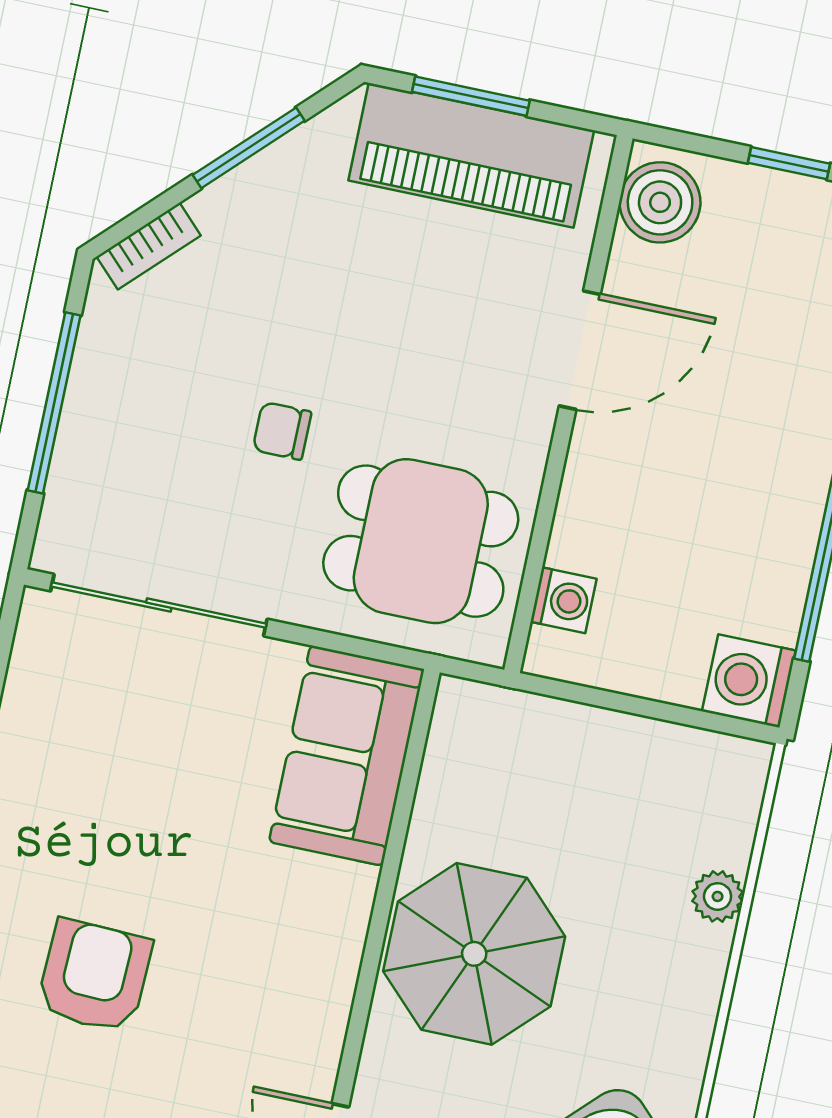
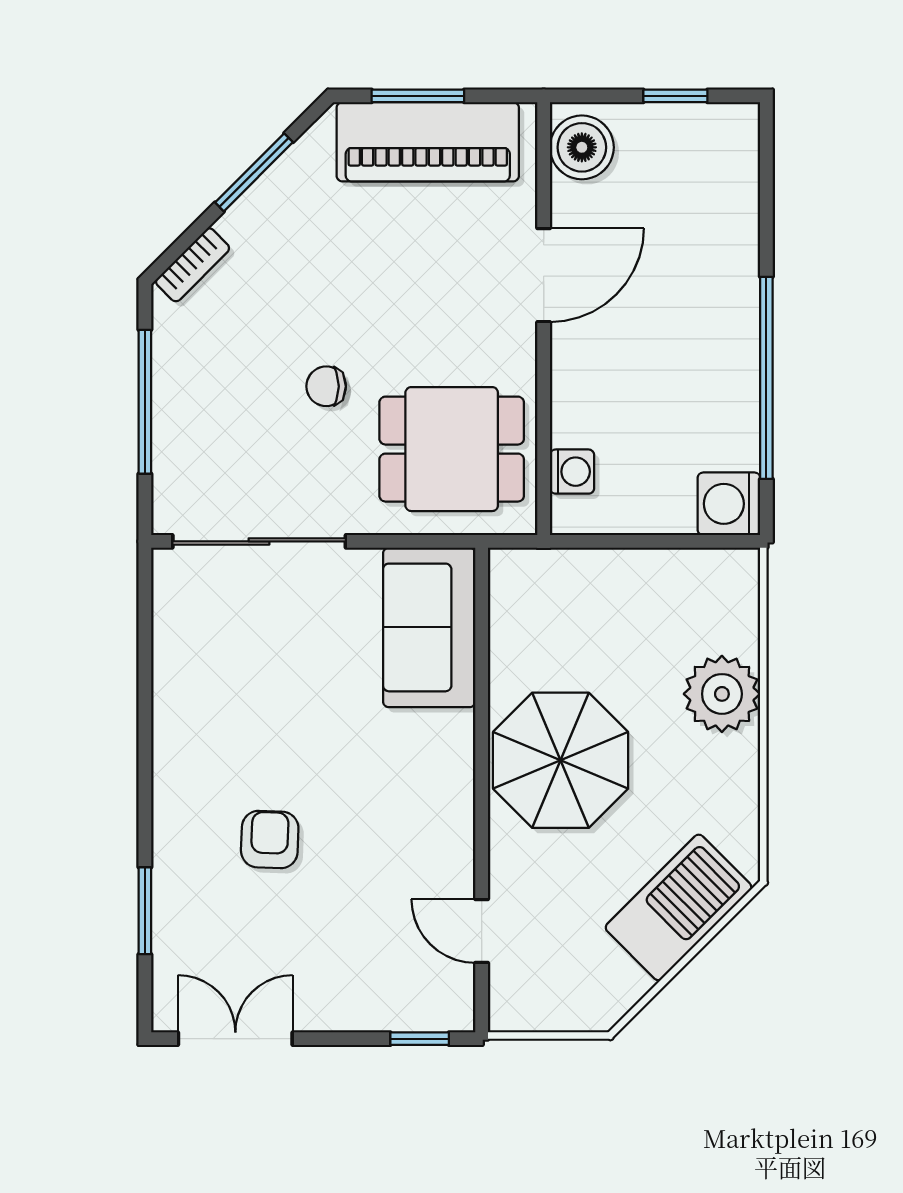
plant: (718, 896) -> (722, 694), width x1.87, depth x1.87
armchair: (94, 976) -> (270, 840), width x0.72, depth x0.72

